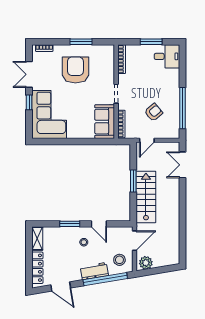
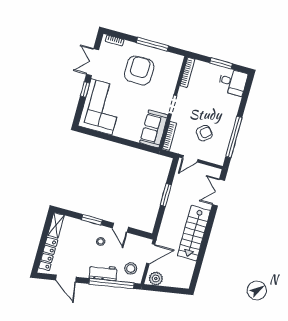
window: (81, 42) -> (152, 44), width x1.44
stairs: (146, 197) -> (194, 233), moved, turned 180

